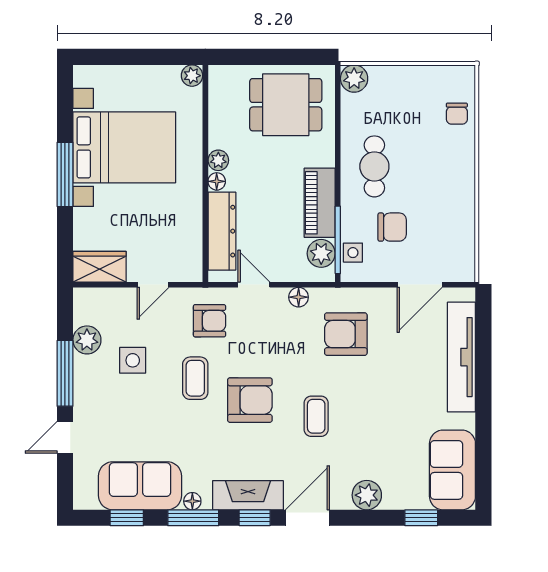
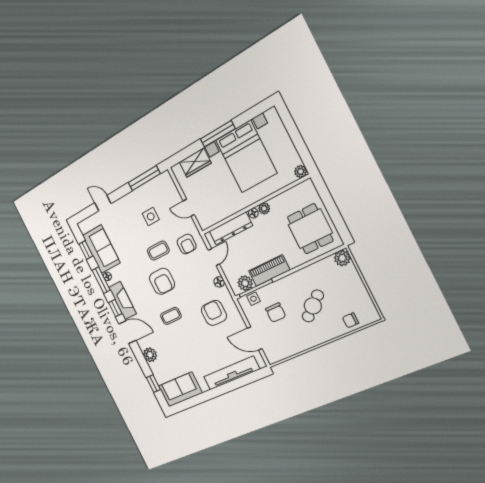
cafe table: (374, 166) -> (313, 306), moved, turned -41
wardrobe: (99, 267) -> (195, 163), moved, turned 90
plant: (87, 340) -> (148, 189), removed
window: (65, 373) -> (144, 178), moved

